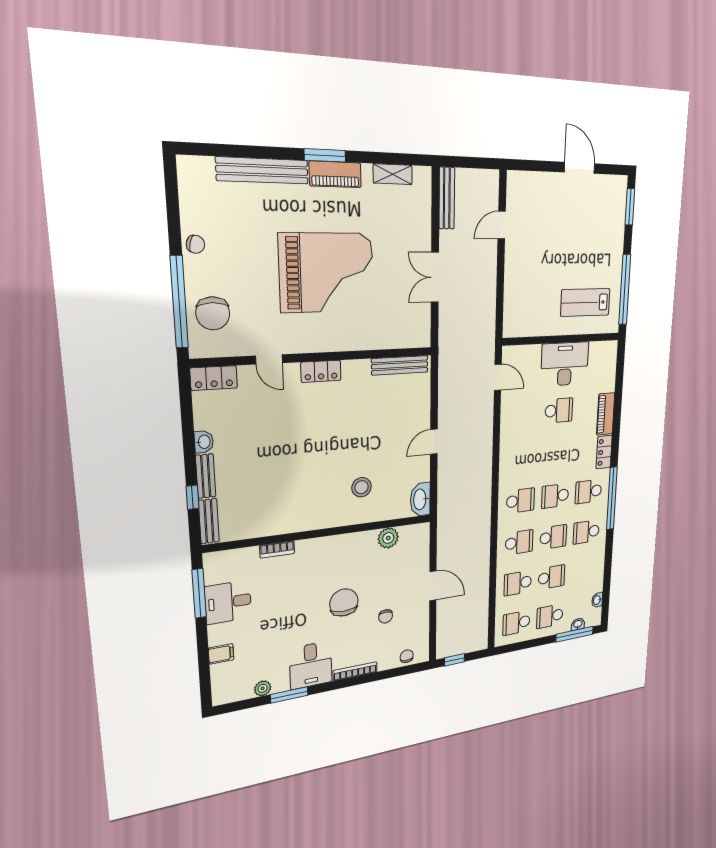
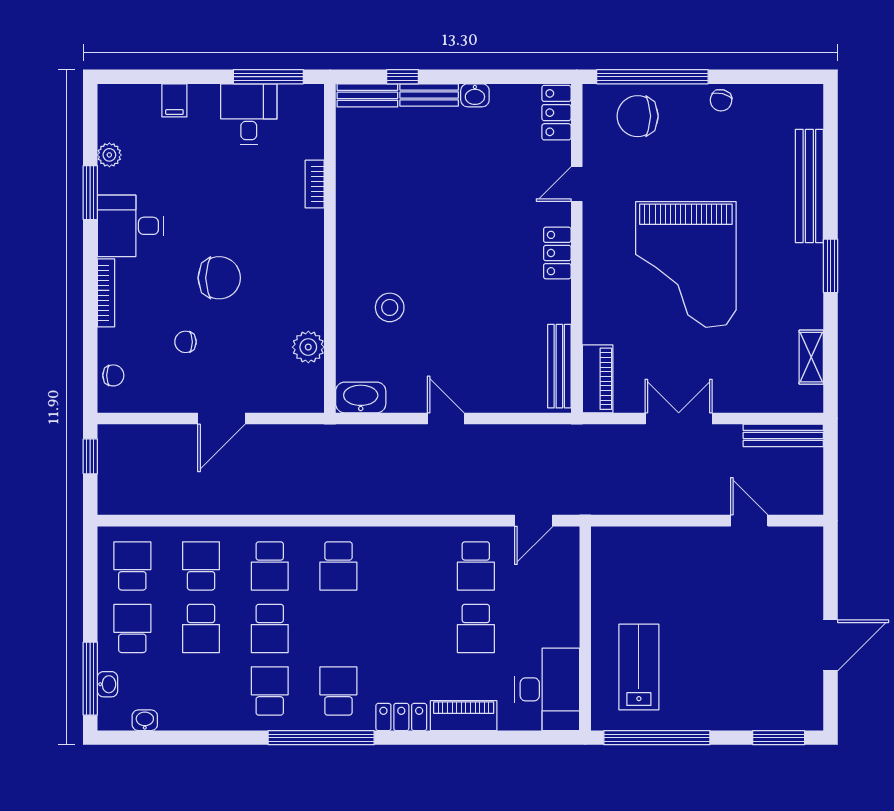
piano: (335, 174) -> (598, 379), moved, turned 180
desk: (565, 364) -> (547, 689), moved
school desk: (555, 496) -> (476, 566), moved, turned 180

